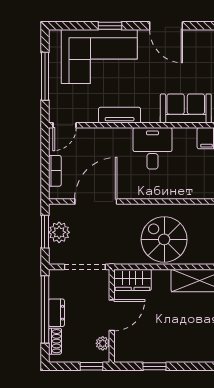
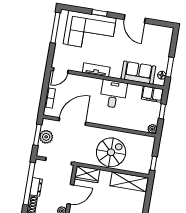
window: (45, 76) -> (55, 28), moved
spiral stairs: (164, 239) -> (111, 152), turned 90

